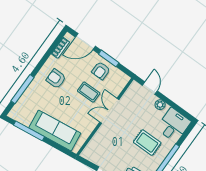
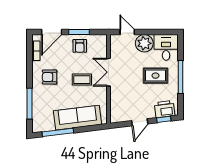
coffee table: (89, 92) -> (82, 80), moved
plant: (160, 105) -> (144, 43), width x1.88, depth x1.88

